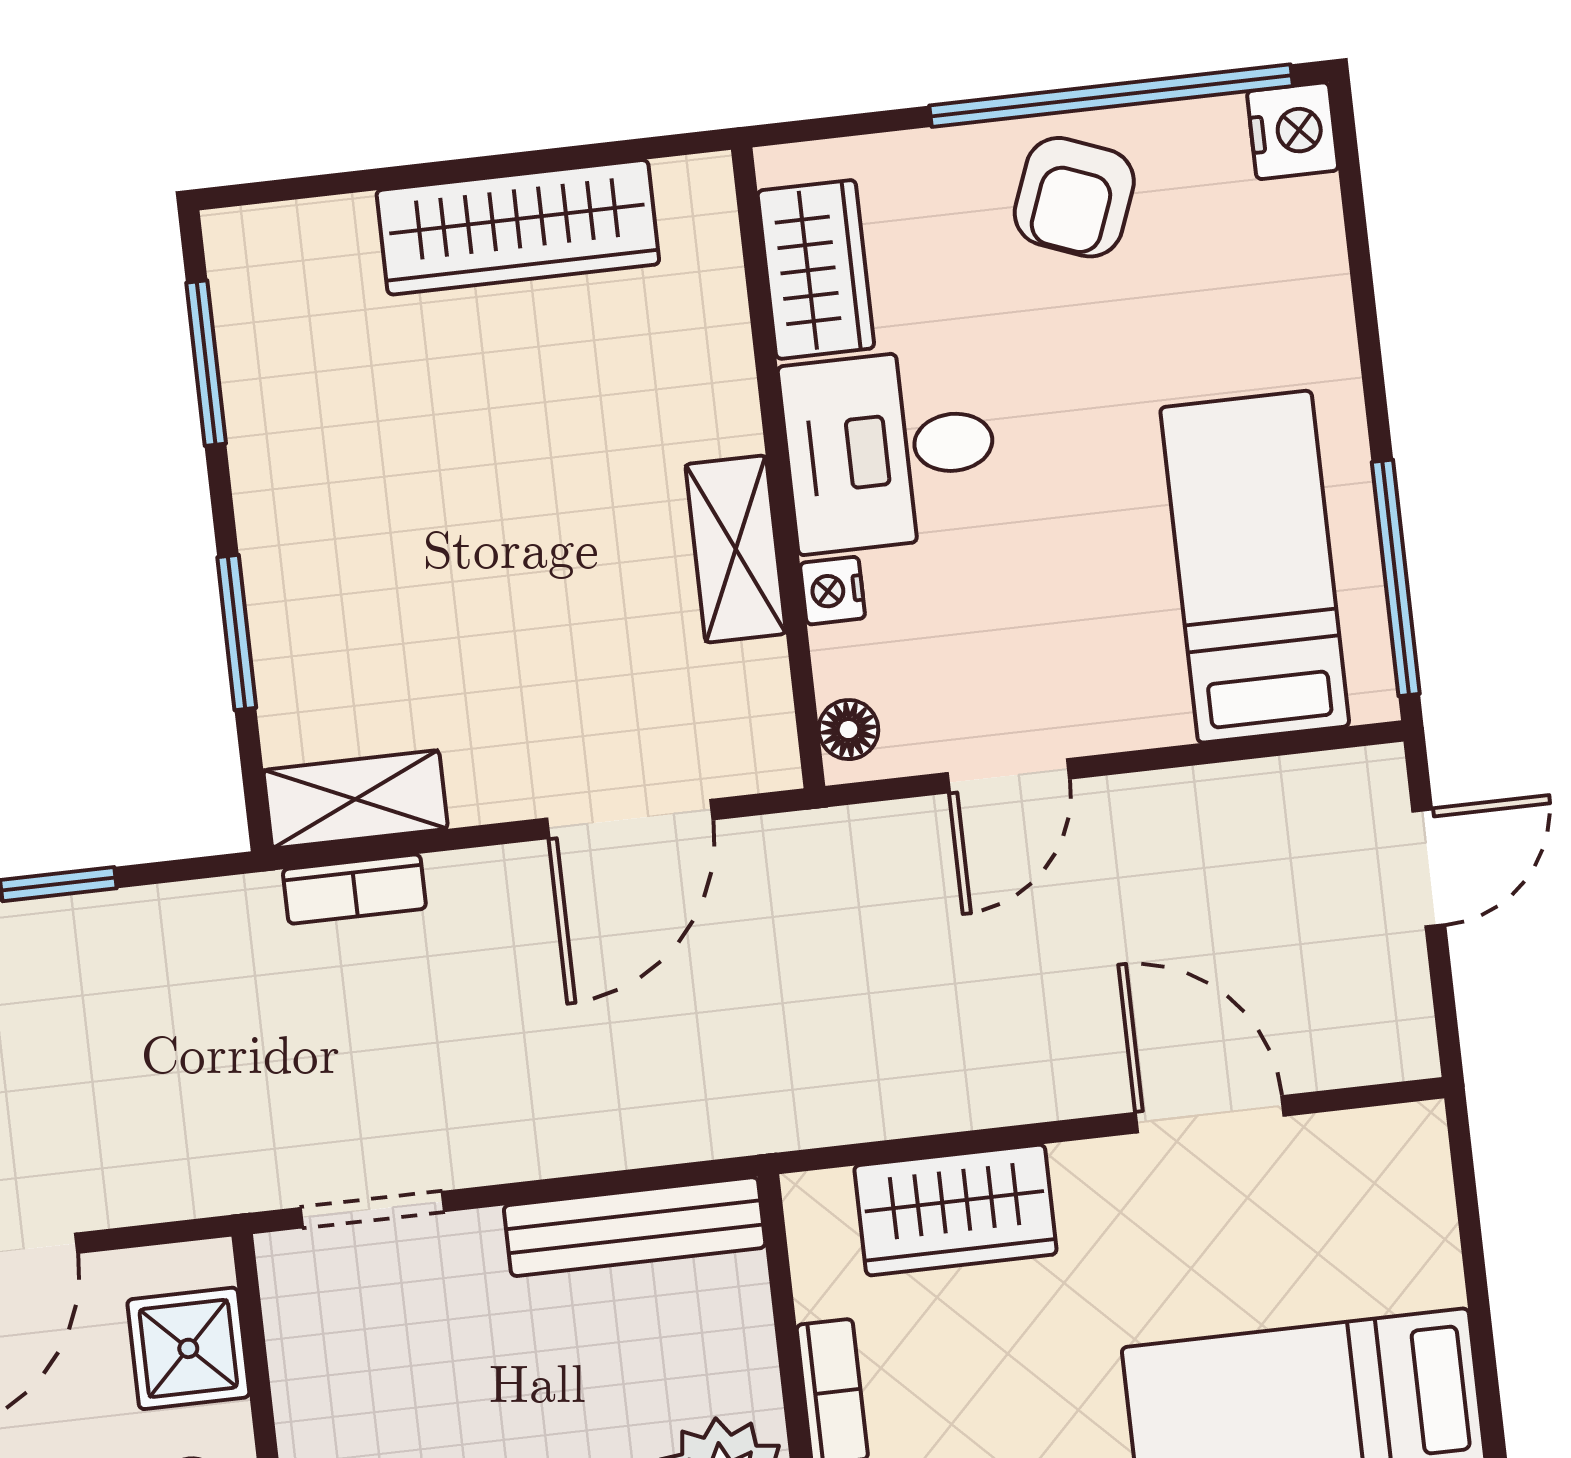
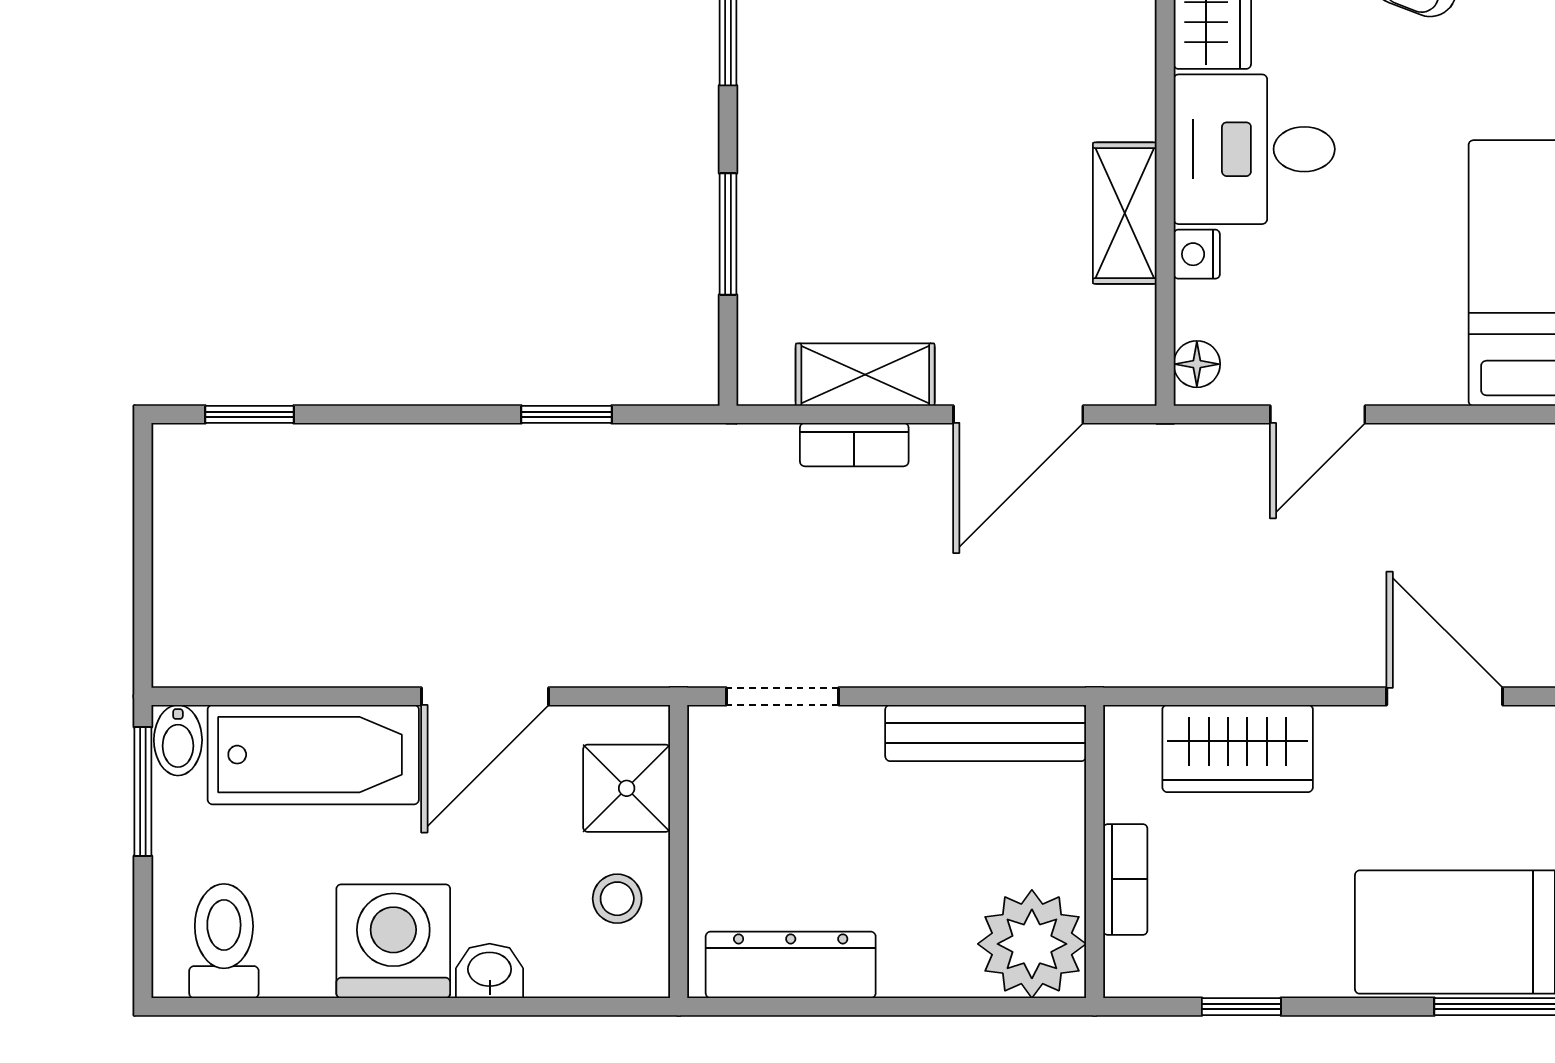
shelving: (356, 799) -> (865, 375), moved
bookcase: (354, 889) -> (854, 445), moved

